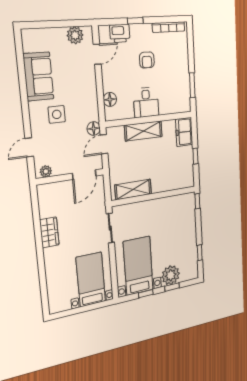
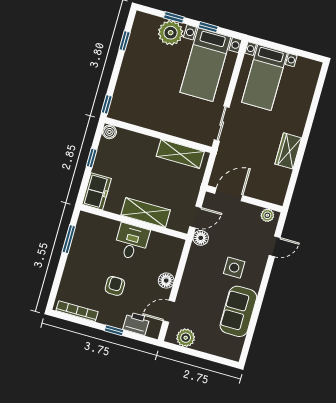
floor lamp: (110, 99) -> (166, 281), moved
boiler: (189, 182) -> (109, 132), added

